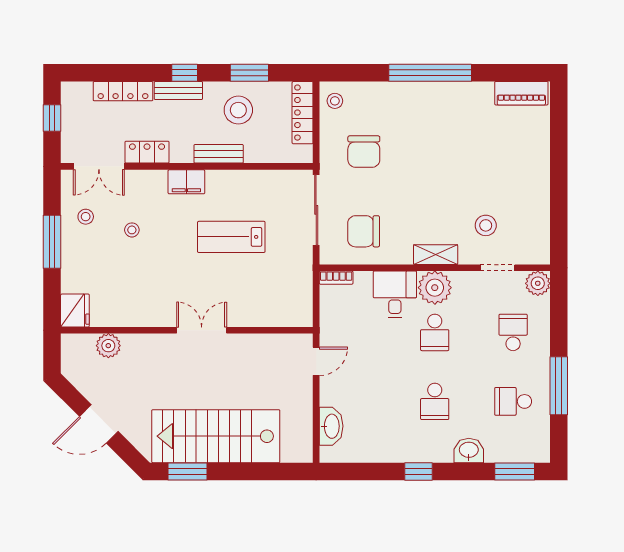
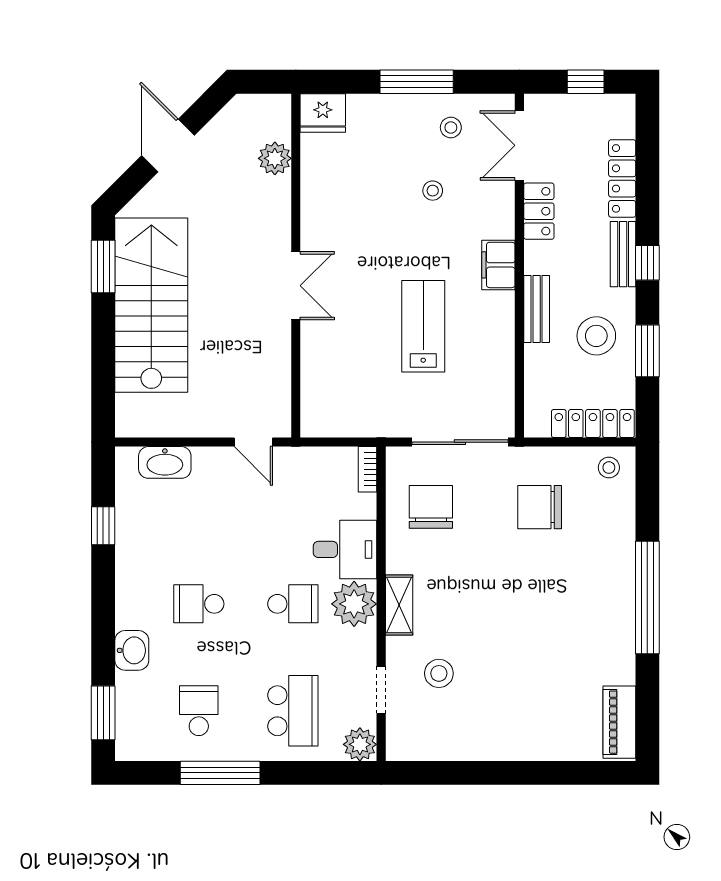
school desk: (435, 332) -> (293, 604), turned 180
school desk: (513, 332) -> (293, 711), width x1.85
window: (419, 471) -> (103, 526), moved

